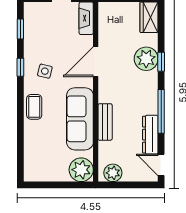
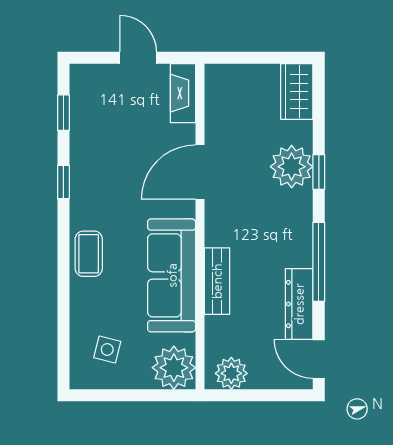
side table: (45, 71) -> (107, 350), moved

